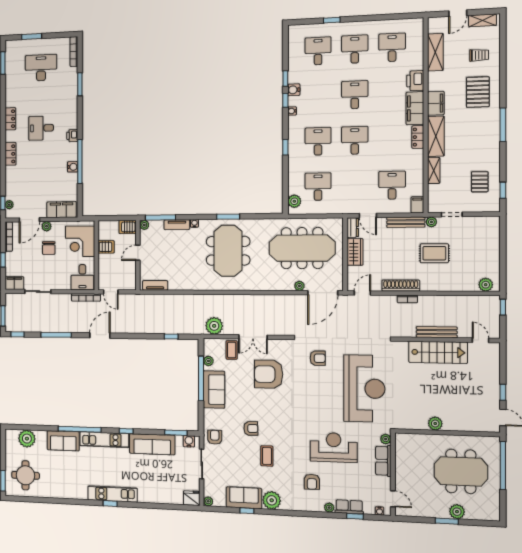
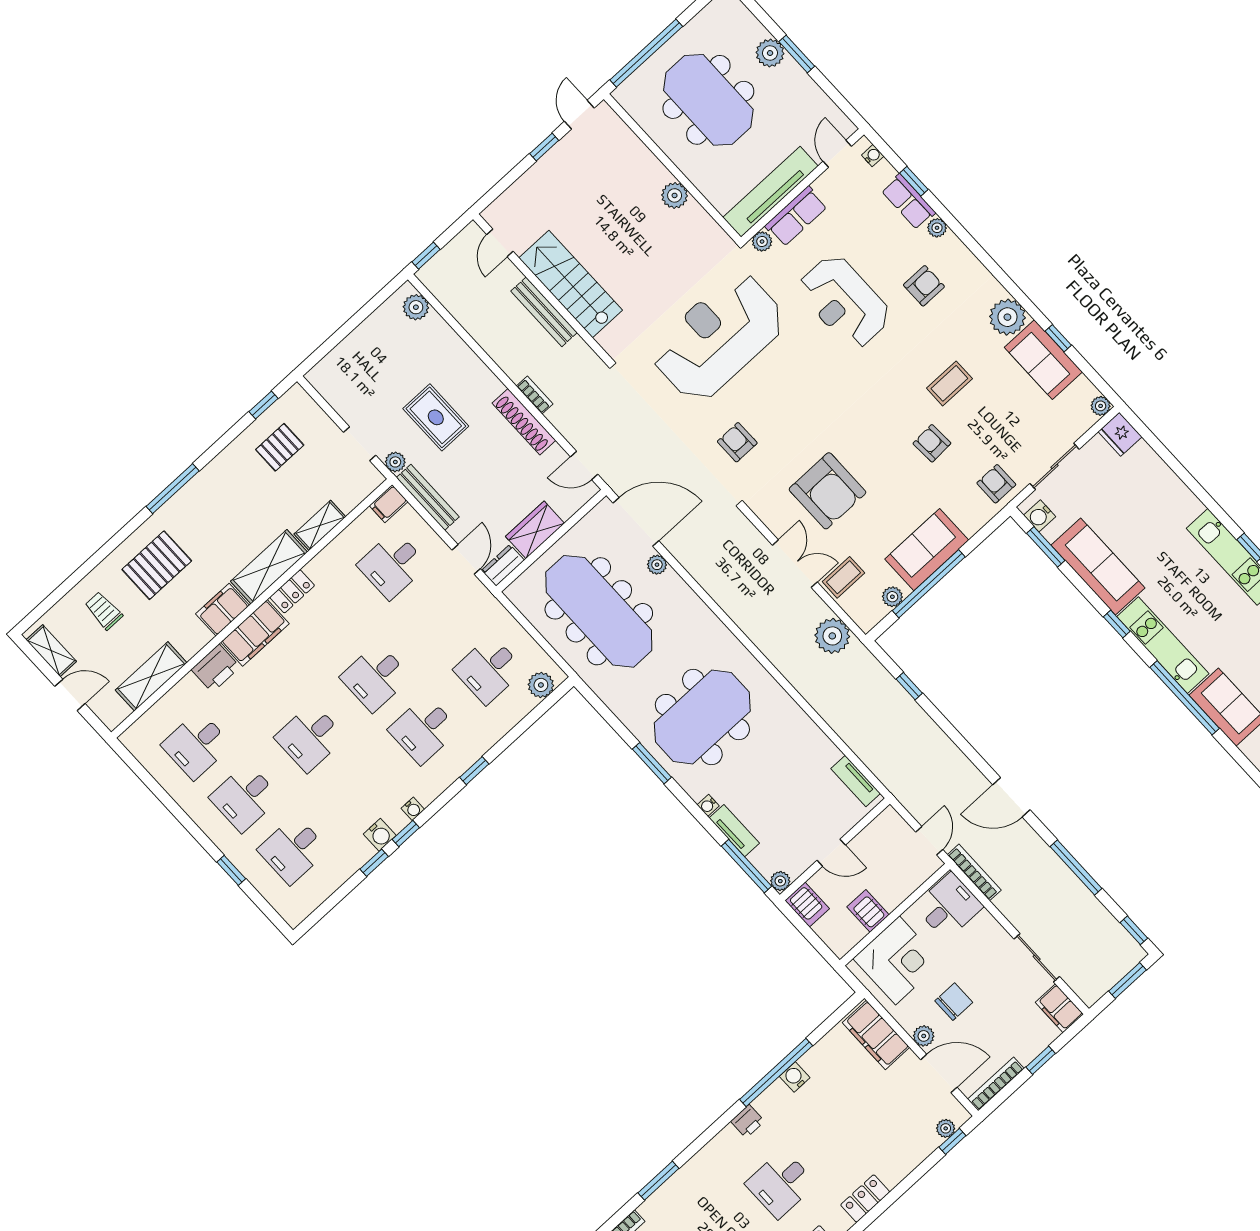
desk: (41, 128) -> (781, 1184), turned 90
armchair: (215, 437) -> (996, 484), turned 90
tv unit: (402, 460) -> (771, 192), added

